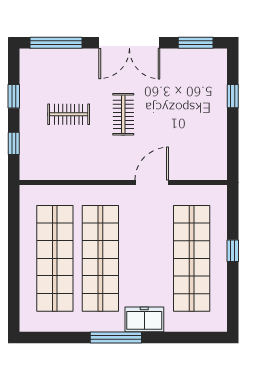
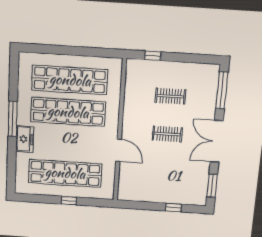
window: (14, 96) -> (187, 58), removed
clothes rail: (69, 114) -> (170, 96), turned 90

